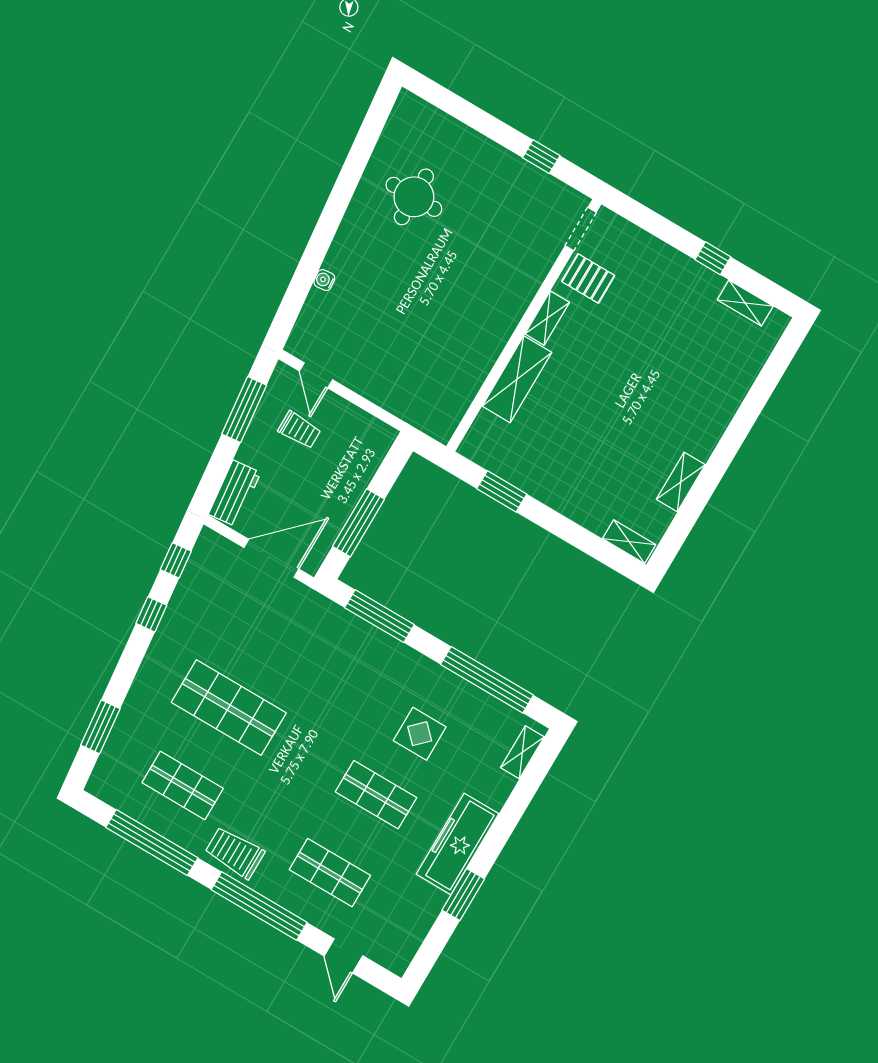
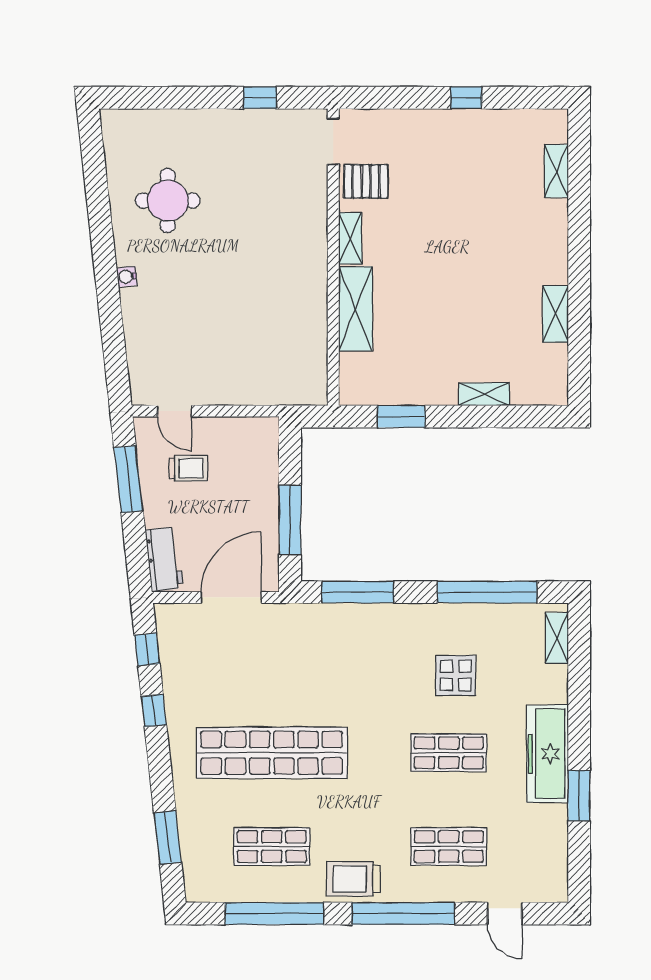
water cooler: (324, 280) -> (127, 277), moved
shelving: (745, 303) -> (556, 171), moved, turned 90
shelving: (629, 542) -> (484, 394), moved
shop shelf: (229, 708) -> (272, 753), width x1.40

